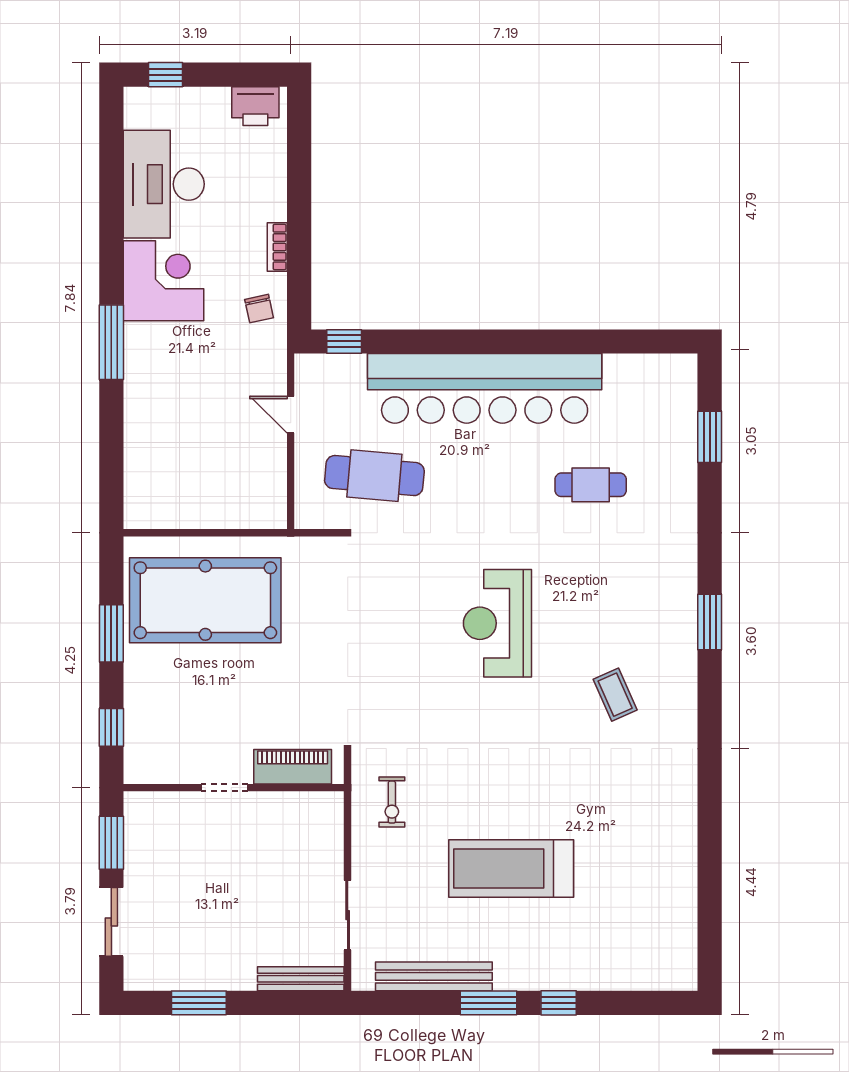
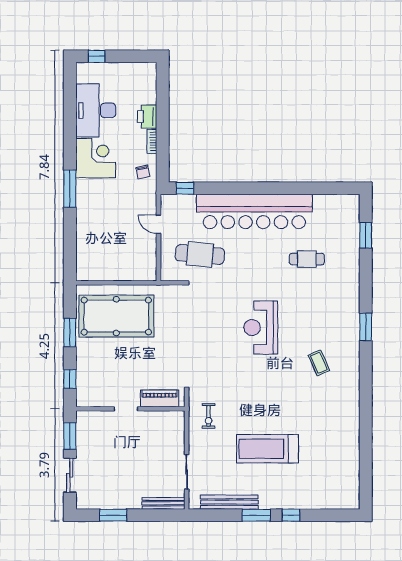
printer: (255, 106) -> (147, 117), moved, turned 90

